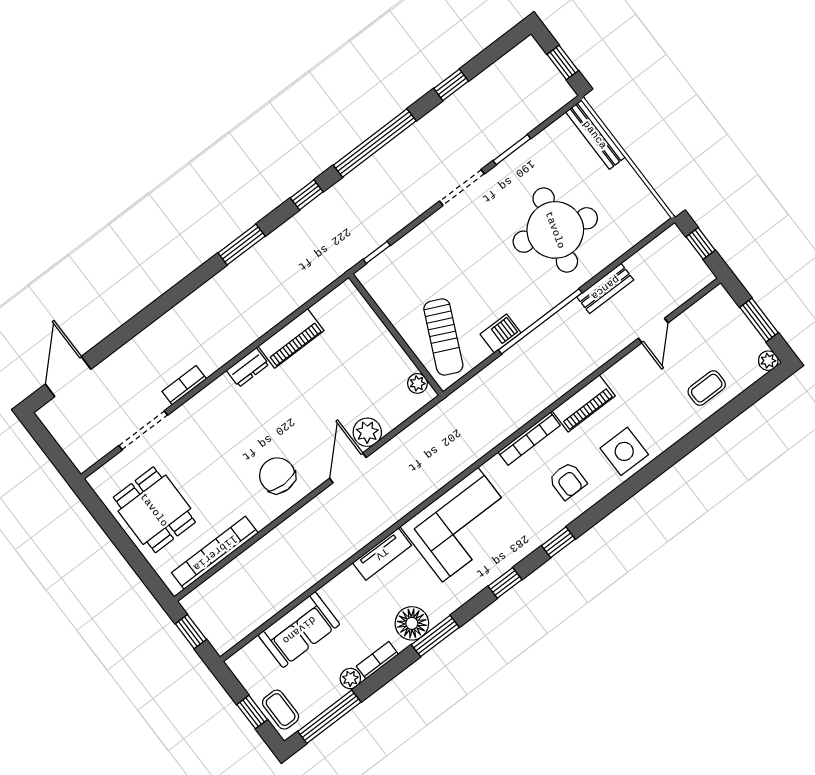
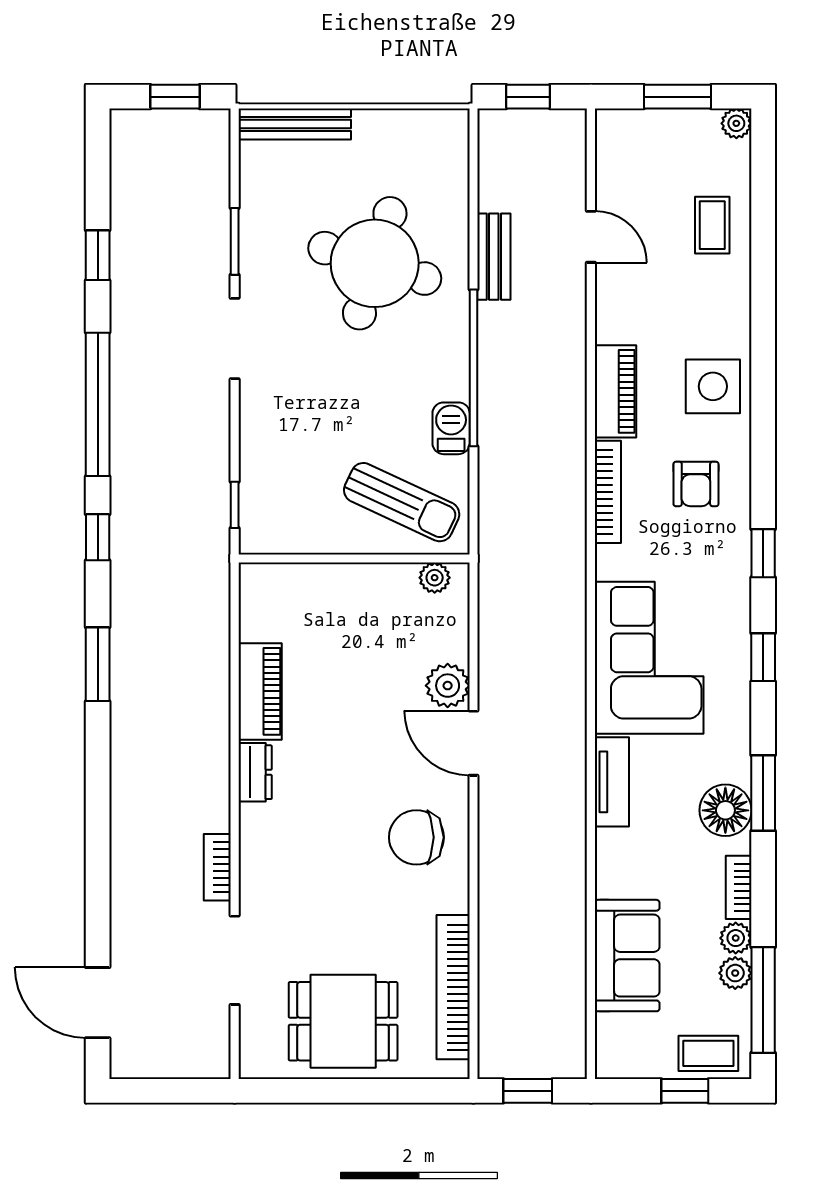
armchair: (568, 481) -> (696, 484), turned 90
plant: (332, 692) -> (735, 973), added

